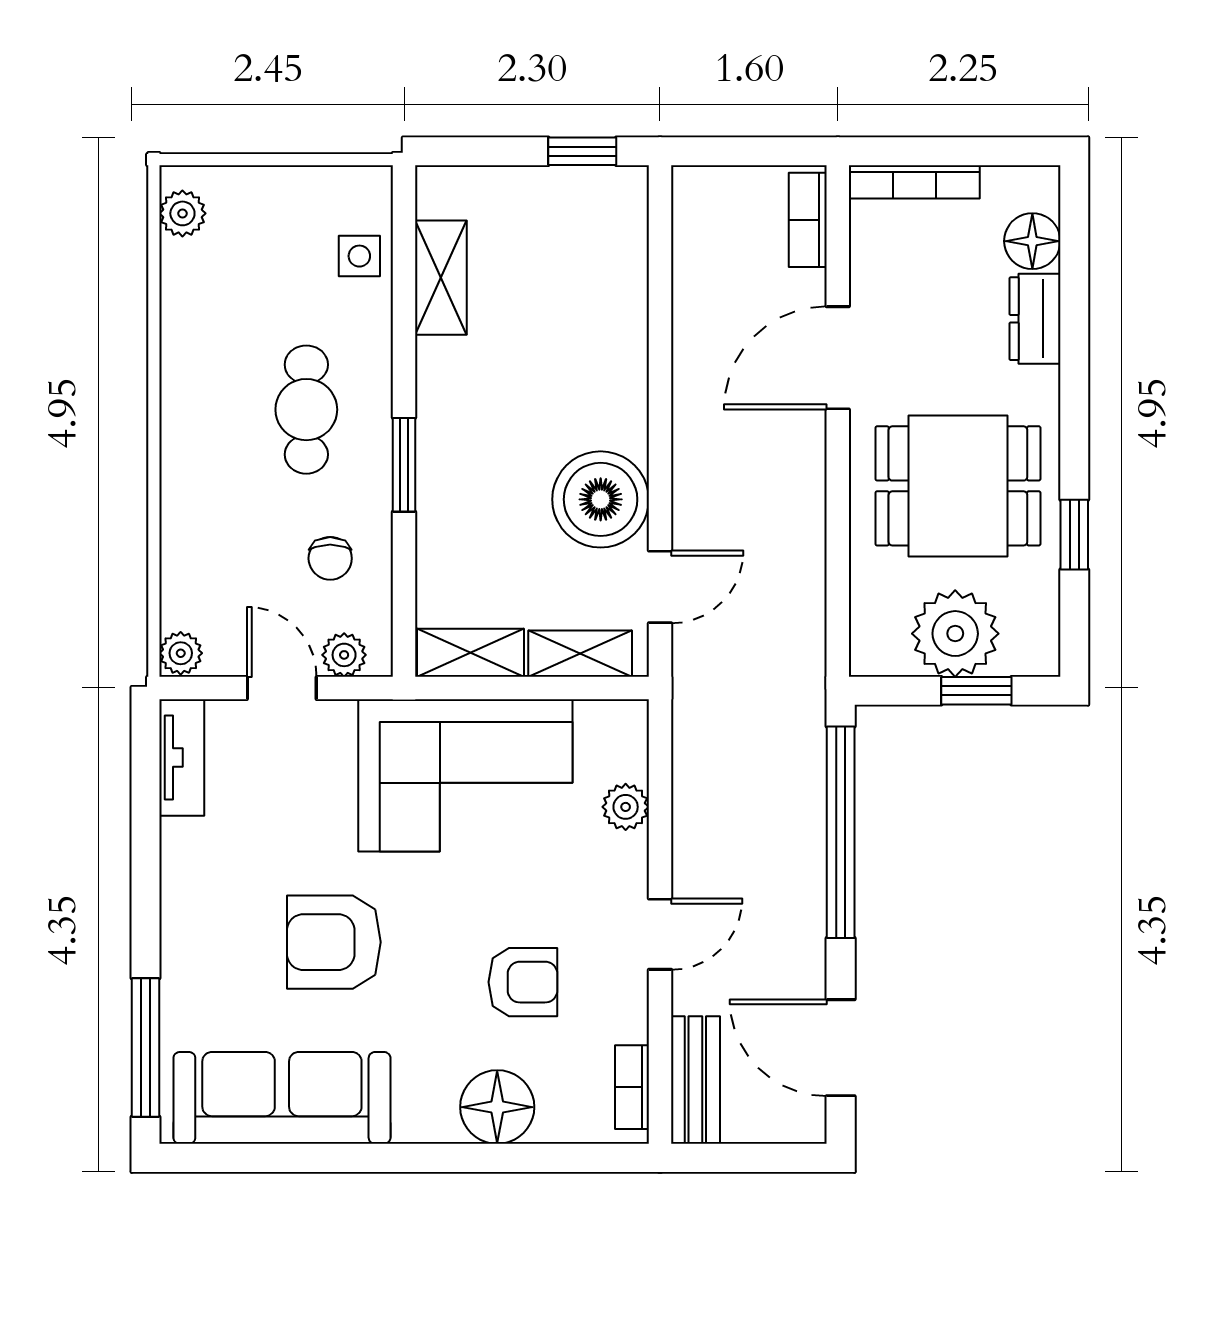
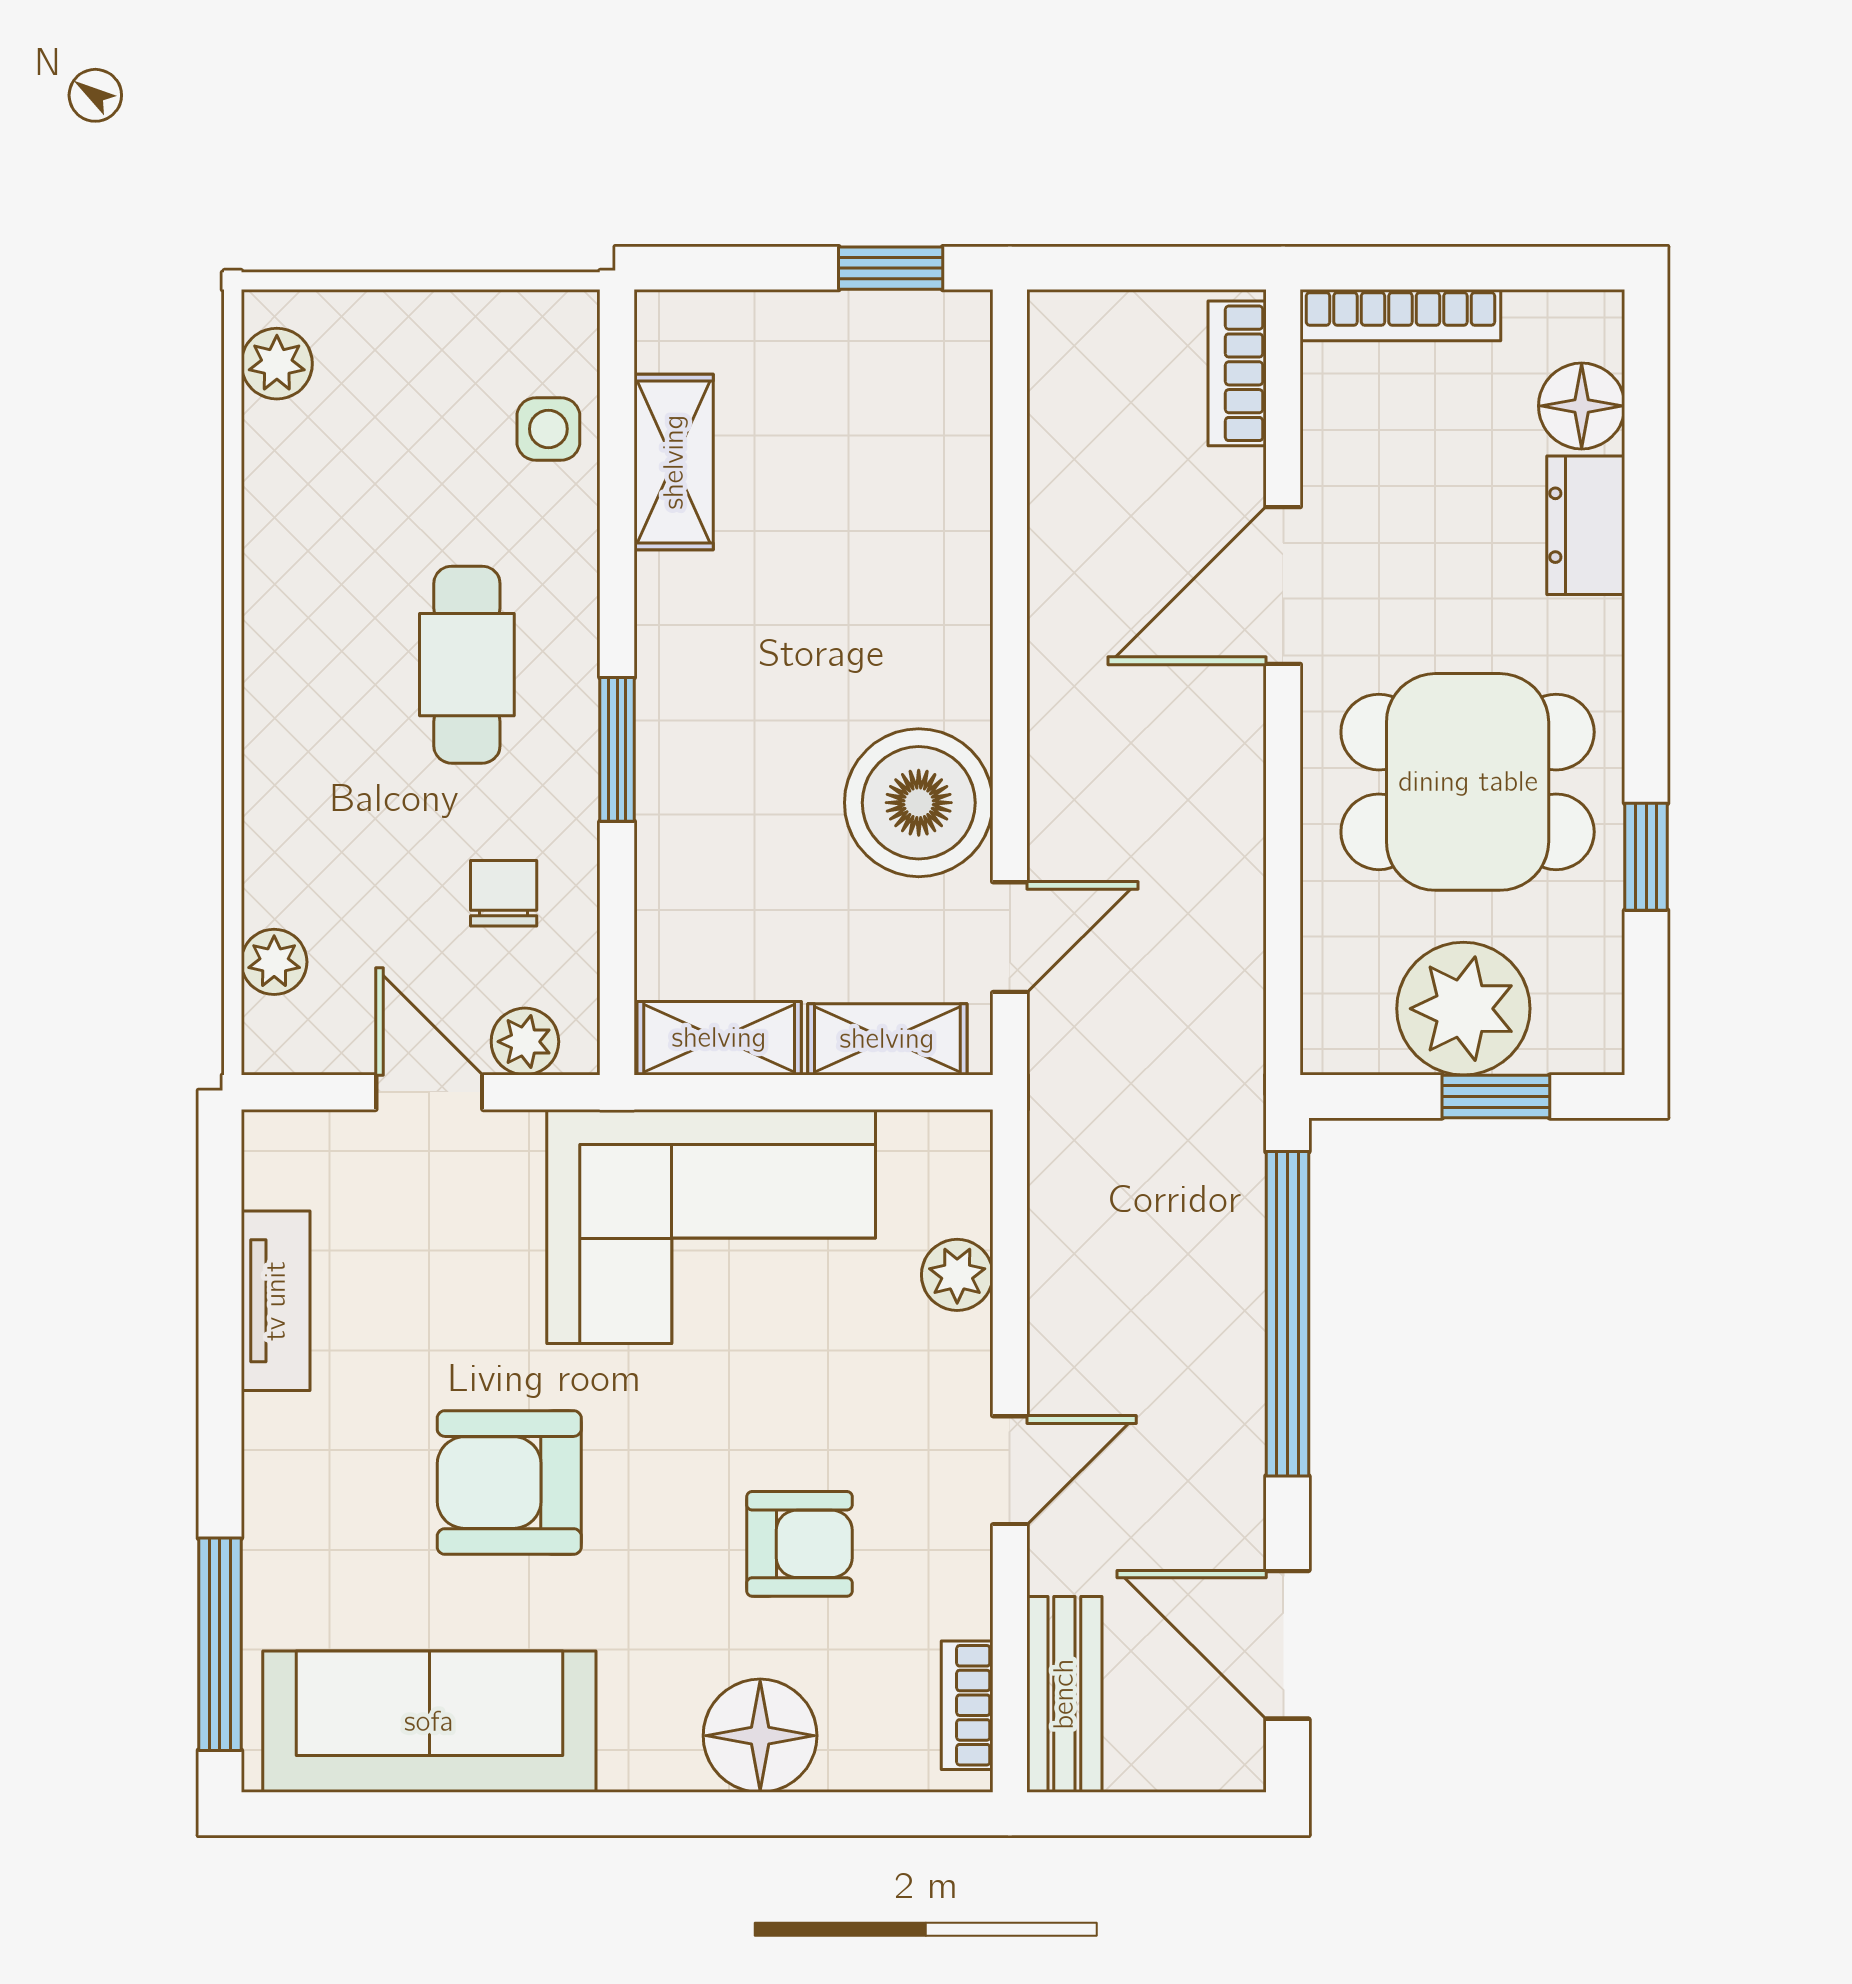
chair: (330, 558) -> (504, 893), turned 180
plant: (181, 653) -> (274, 962), moved
tv unit: (182, 758) -> (276, 1301), moved

